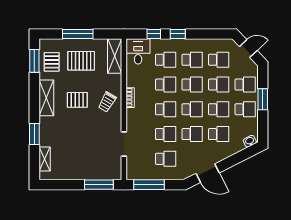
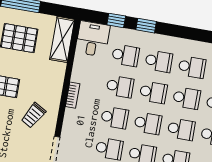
trolley: (107, 102) -> (33, 115), moved

